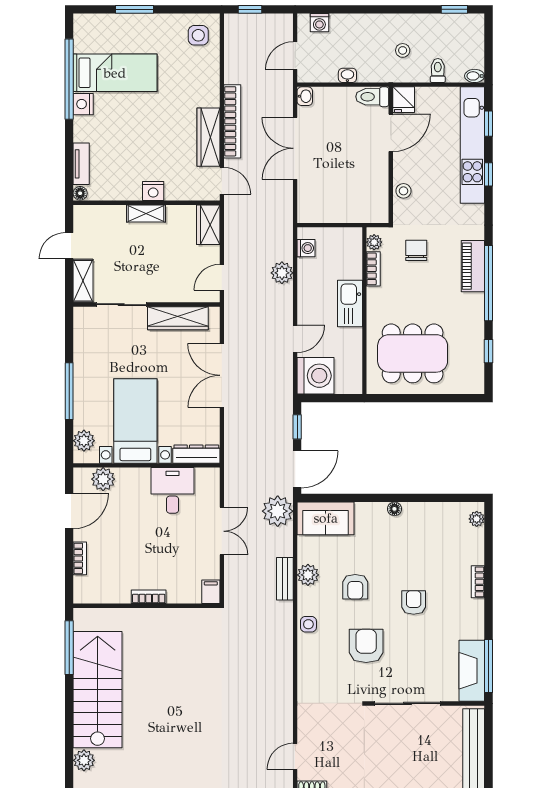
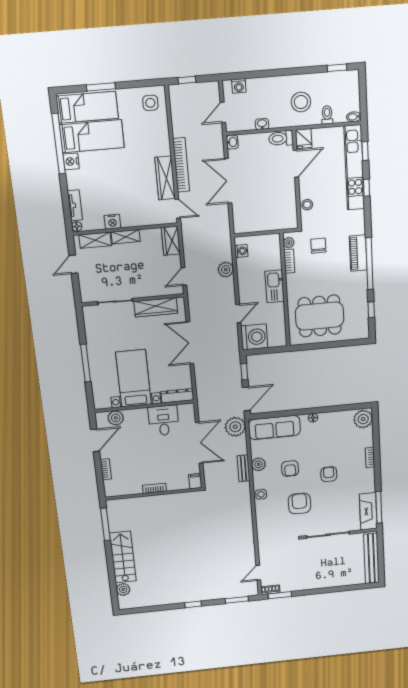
bed: (113, 34) -> (87, 107), added
stool: (403, 50) -> (301, 102), width x1.89, depth x1.89
nightstand: (153, 191) -> (112, 222), moved
shelving: (83, 281) -> (95, 240), moved, turned 90
plant: (84, 441) -> (100, 394), removed
sofa: (326, 518) -> (274, 427), width x1.36
plant: (477, 519) -> (363, 419), width x1.87, depth x1.87
double door: (222, 531) -> (199, 443), width x1.37
stairs: (98, 690) -> (123, 557), width x0.73, depth x0.66

